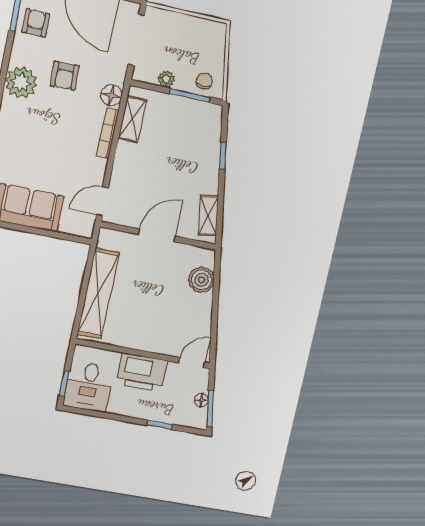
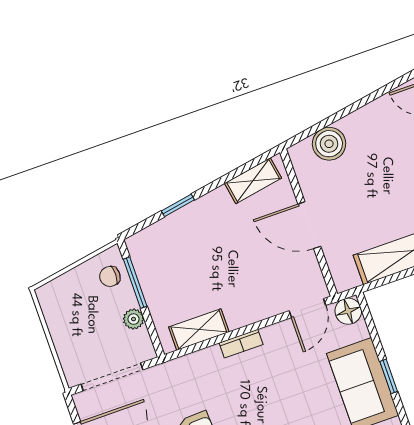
floor lamp: (111, 95) -> (348, 311), moved
bookcase: (108, 133) -> (241, 344), width x0.64
door: (103, 201) -> (307, 308), hinge flipped
window: (23, 228) -> (389, 376), added

